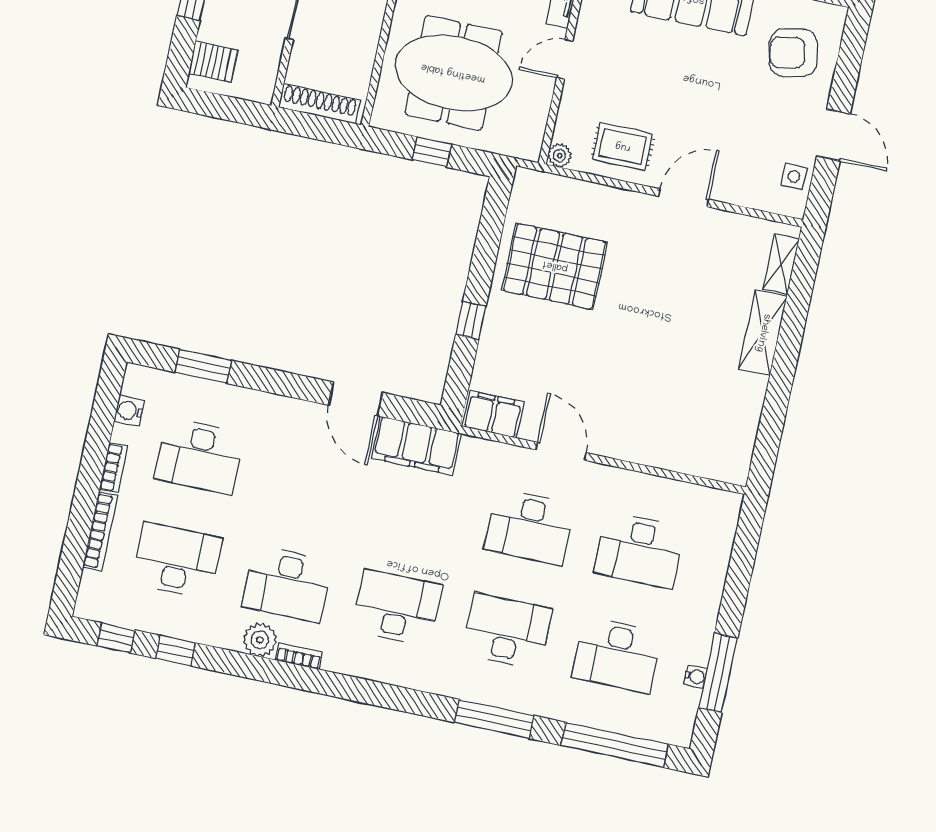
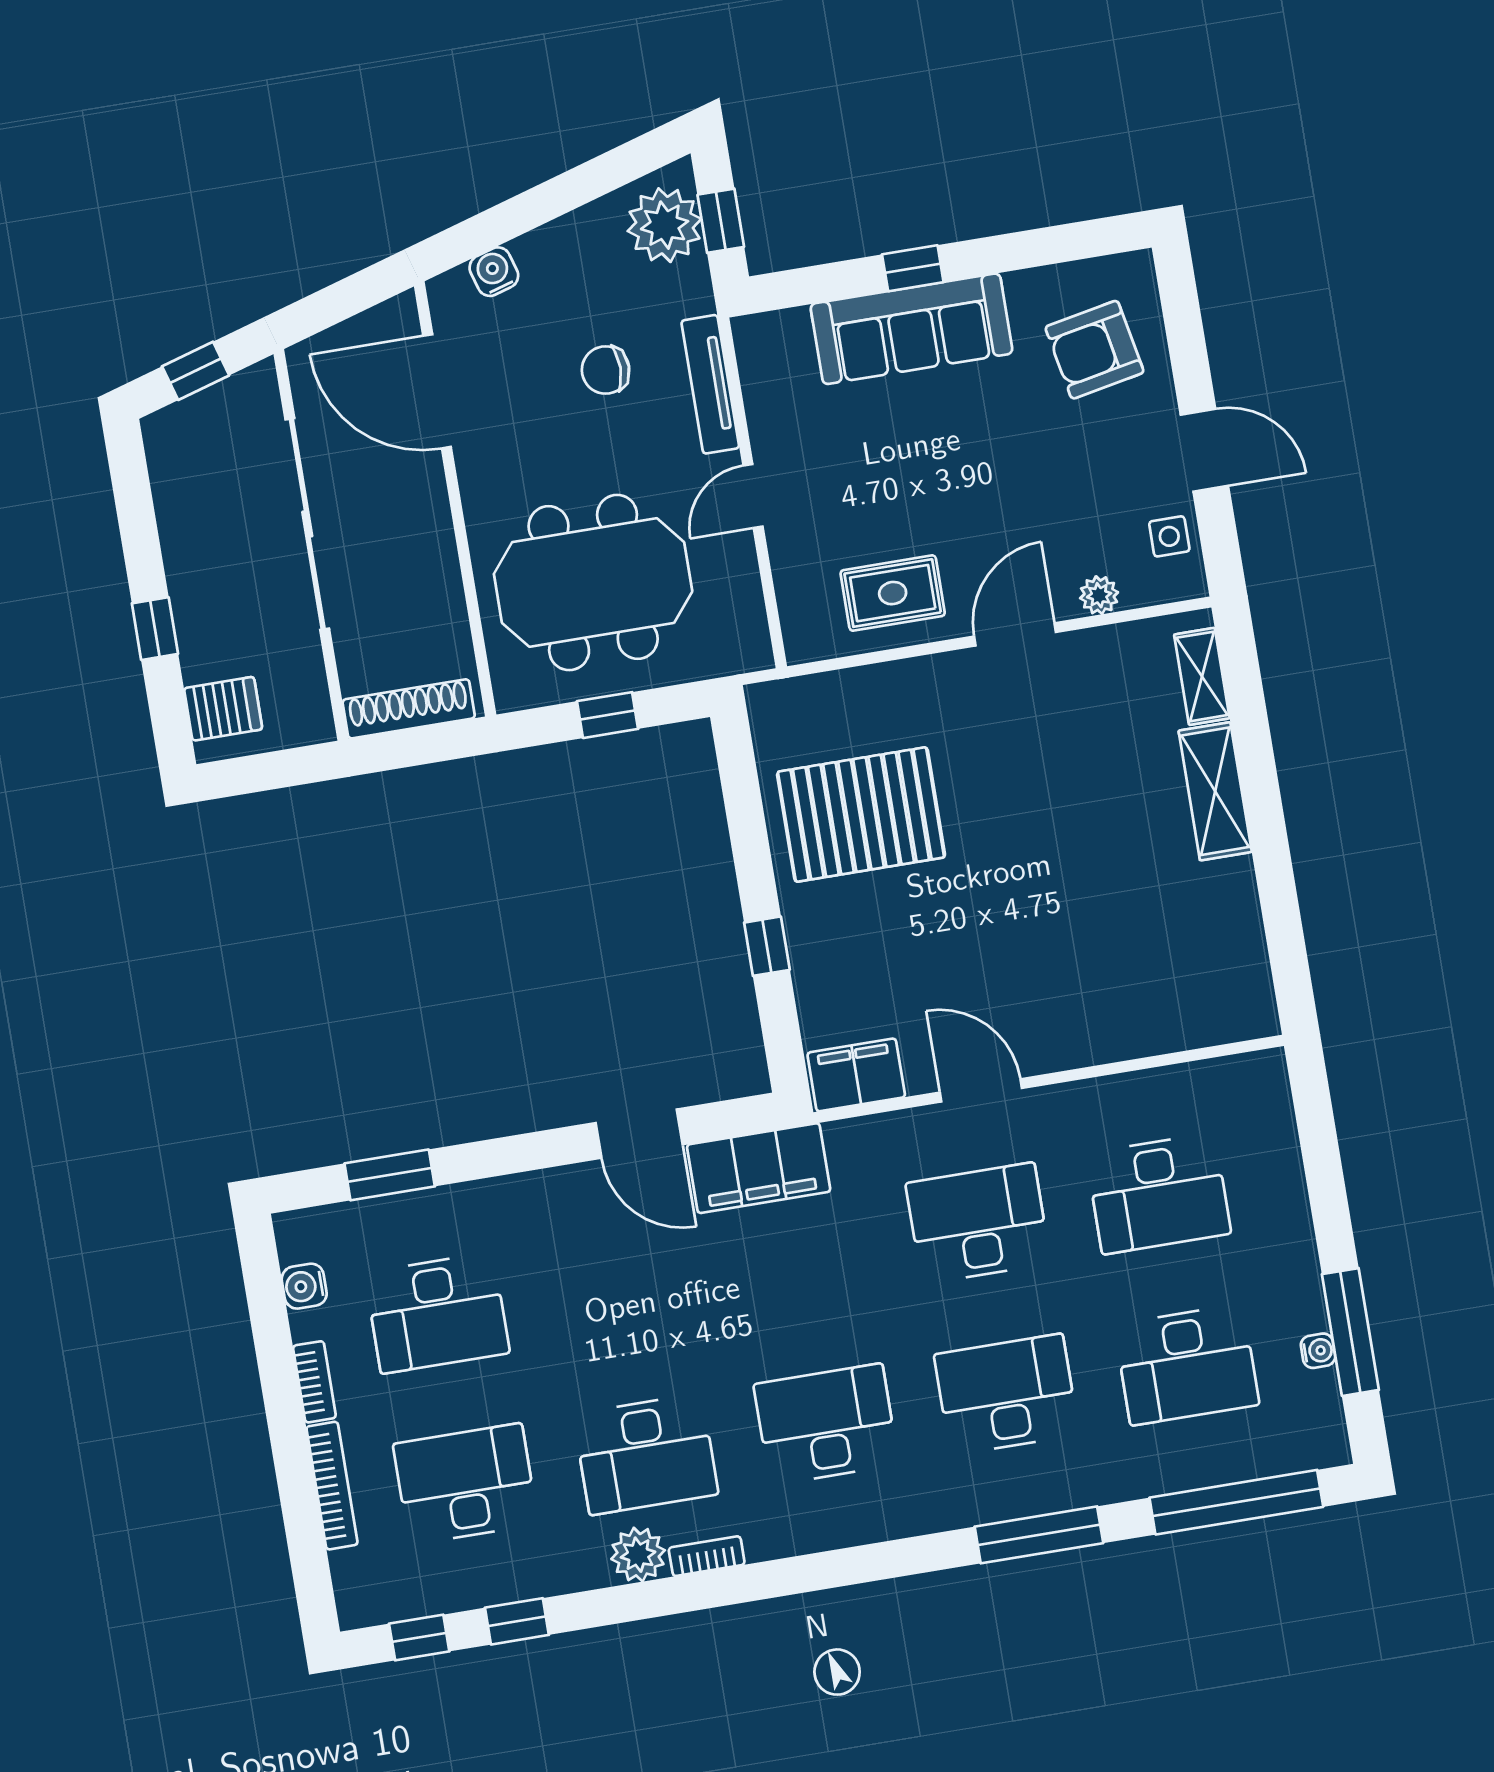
plant: (560, 156) -> (1099, 595), moved
desk: (529, 527) -> (978, 1223), turned 180

